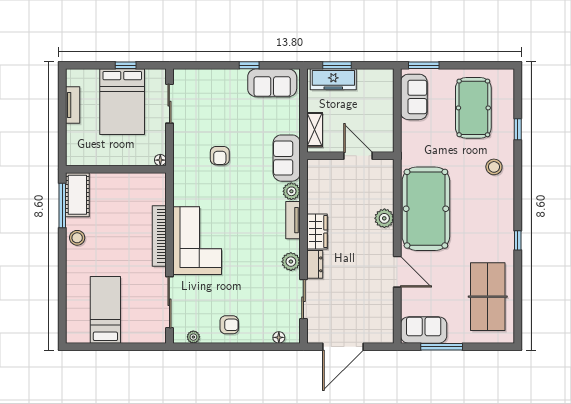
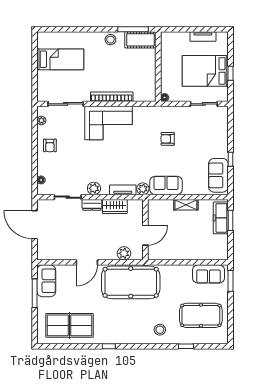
wall: (350, 156) -> (145, 230), moved
door: (358, 156) -> (145, 235), moved

